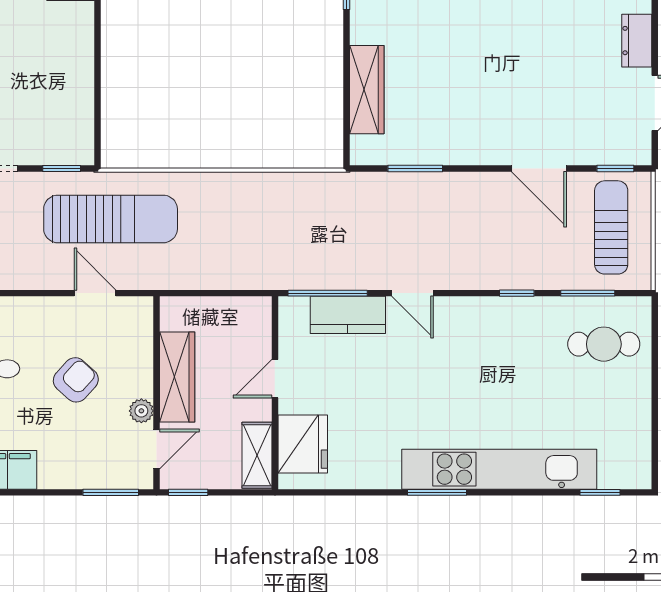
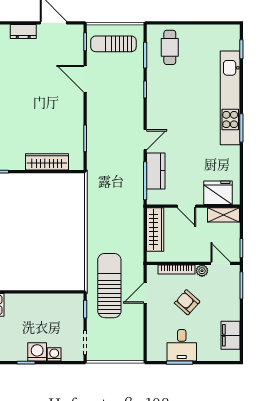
door: (539, 169) -> (85, 79), swing flipped
bookcase: (144, 358) -> (177, 270), added
wardrobe: (177, 377) -> (155, 229), moved, turned 90

